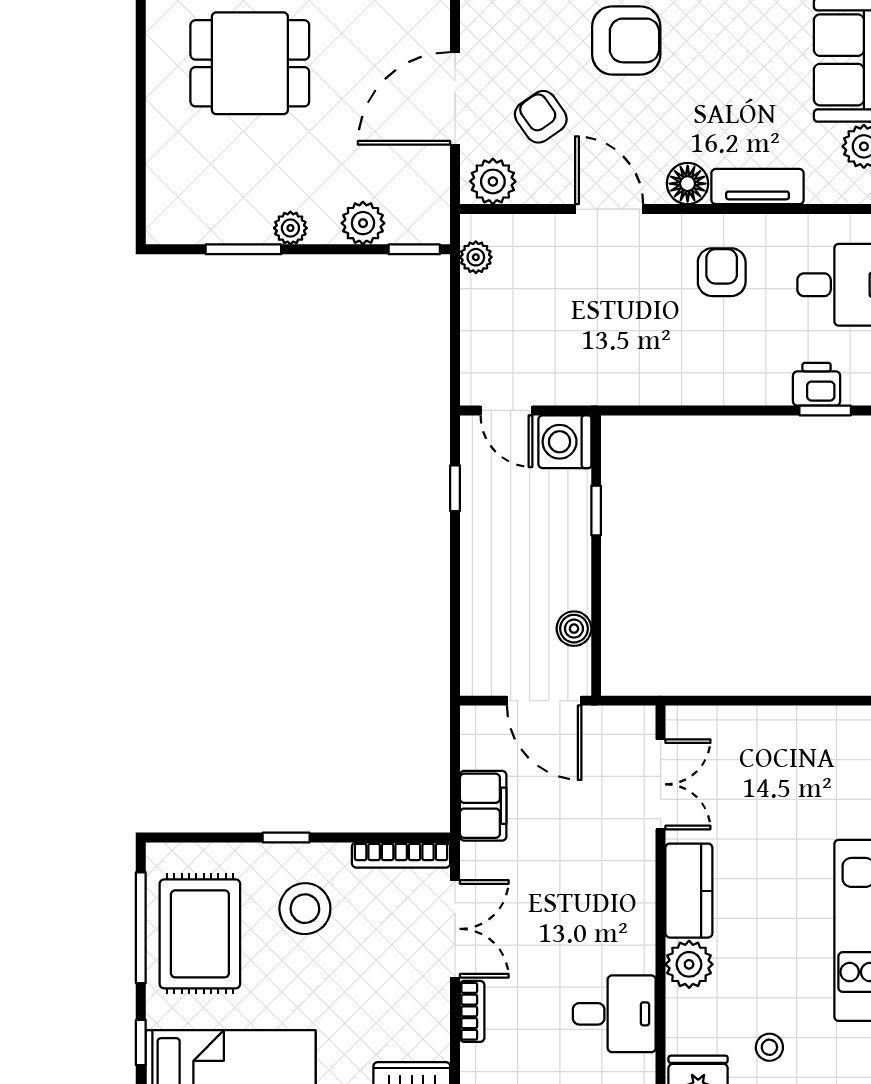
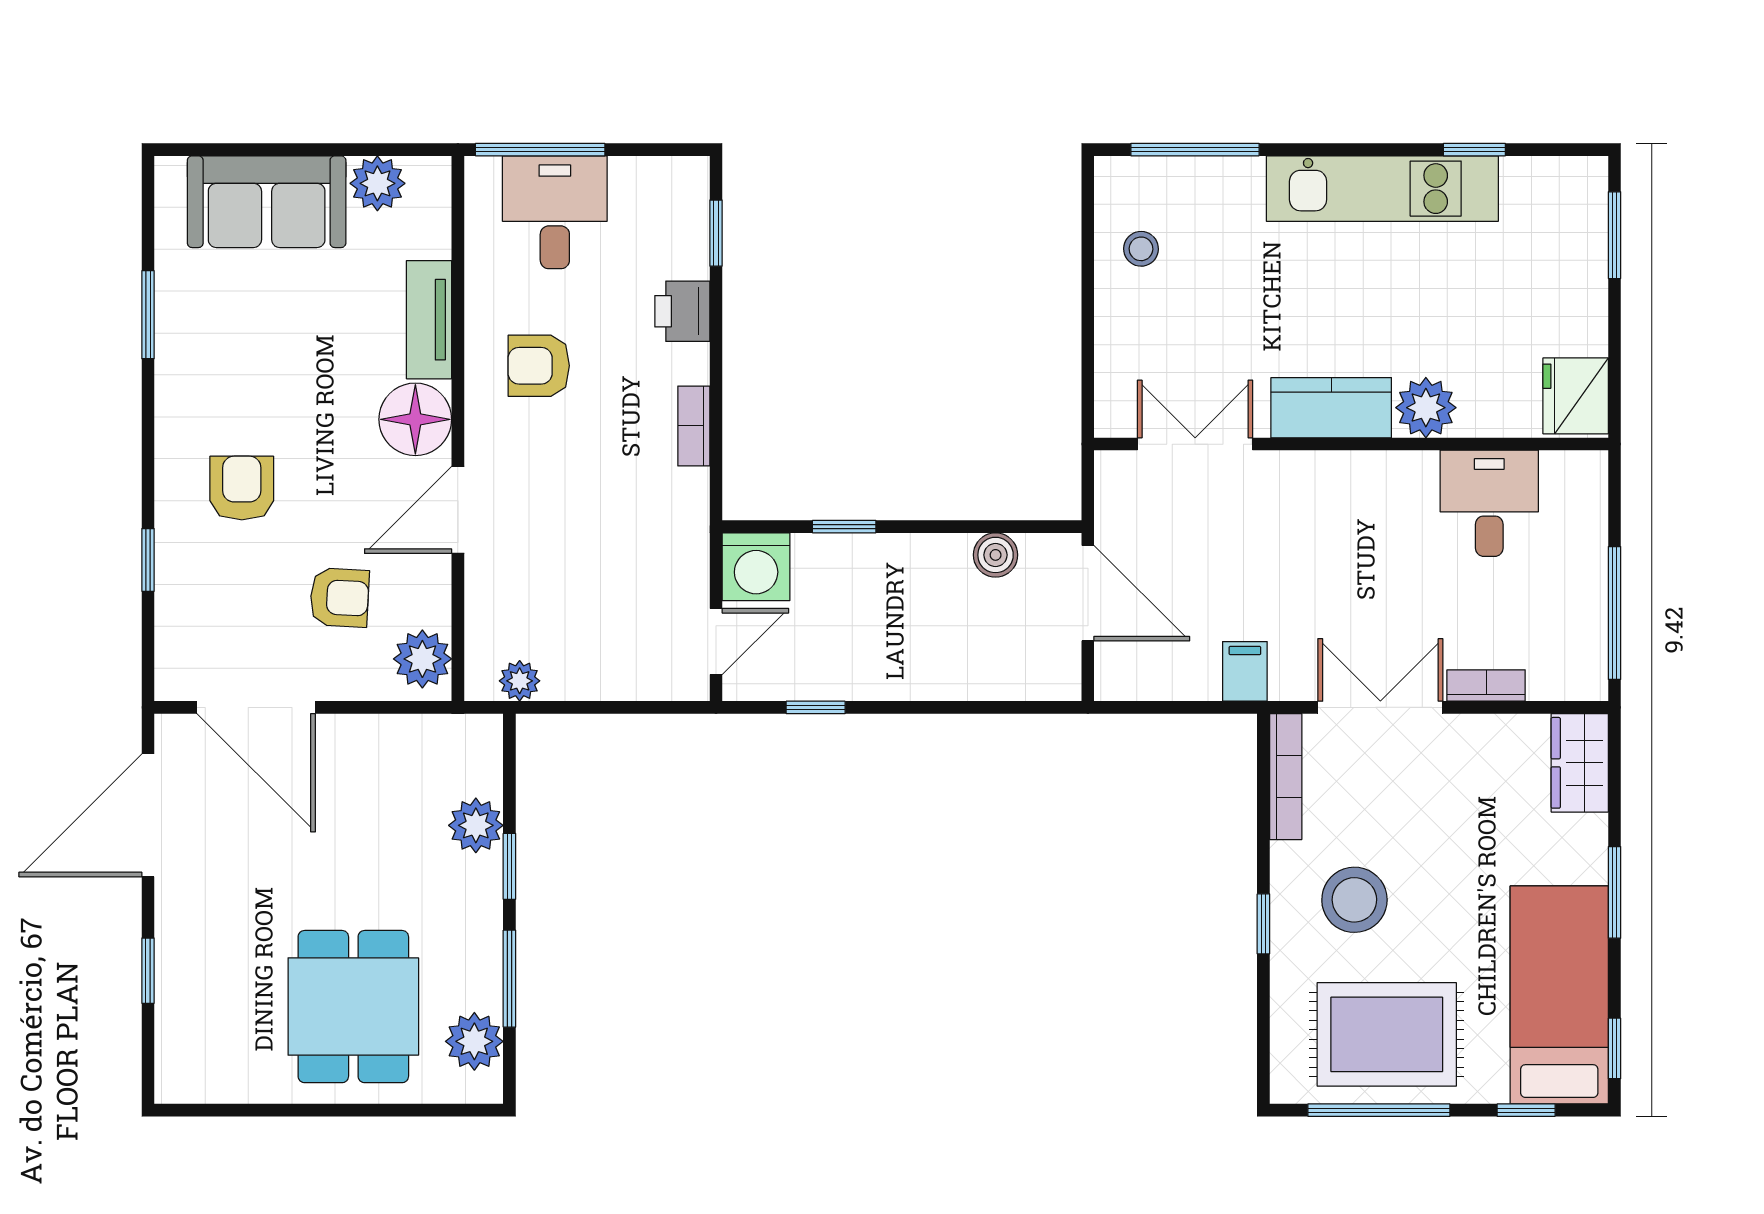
armchair: (626, 40) -> (242, 488), width x0.72, depth x0.72
dining table: (250, 63) -> (353, 1007), moved
door: (455, 98) -> (256, 707), moved
armchair: (541, 117) -> (340, 598), turned -142
floor lamp: (688, 184) -> (415, 419), width x1.38, depth x1.38
plant: (290, 228) -> (474, 1041), moved, width x1.38, depth x1.38
window: (414, 249) -> (509, 866), moved
printer: (817, 384) -> (682, 311), moved
bookcase: (675, 393) -> (694, 426), added
door: (544, 701) -> (1088, 593), hinge flipped
filing cabinet: (483, 806) -> (1245, 671), width x0.50
stool: (769, 1047) -> (1141, 249), moved

